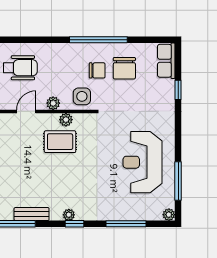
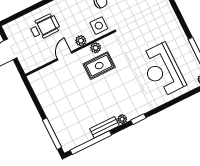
reception desk: (142, 162) -> (162, 70), moved
plant: (69, 215) -> (122, 119), moved
window: (126, 224) -> (175, 101), removed

